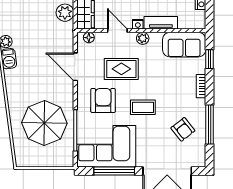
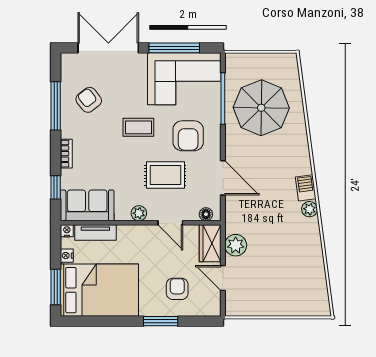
tv unit: (161, 23) -> (95, 233), moved
nightstand: (138, 24) -> (67, 231), moved

